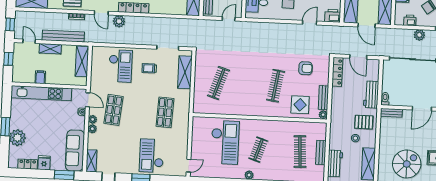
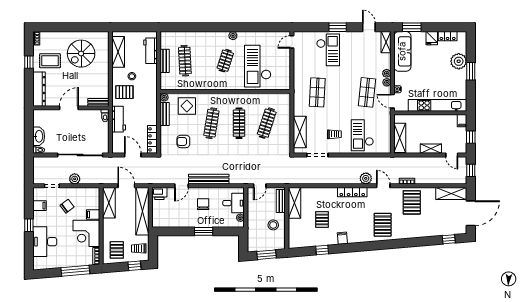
printer: (410, 20) -> (85, 193), removed
bench: (63, 36) -> (209, 179), moved
filing cabinet: (40, 77) -> (462, 121), moved
clothes rail: (247, 84) -> (239, 123), added

